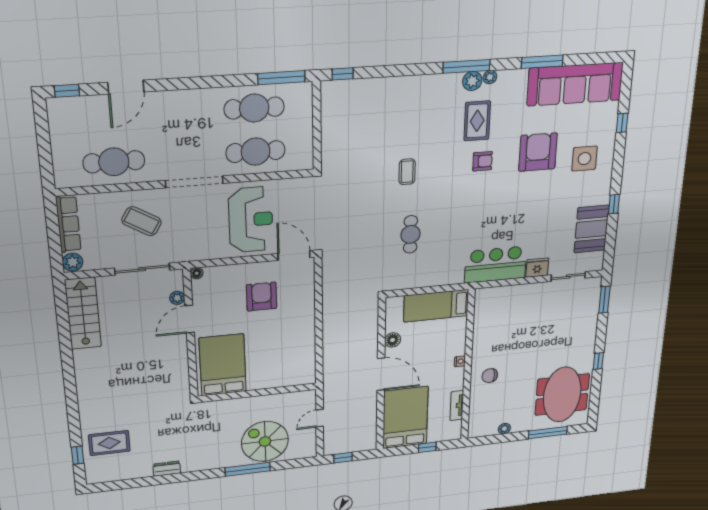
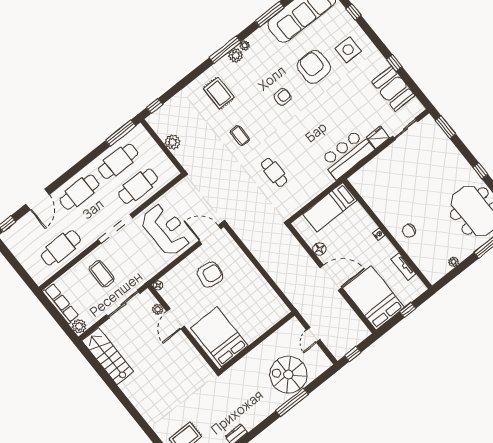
cafe table: (183, 113) -> (79, 192), added
rug: (477, 121) -> (219, 93), moved
plant: (331, 129) -> (173, 142), added
coffee table: (142, 221) -> (102, 274), turned 59
armchair: (262, 297) -> (210, 275), turned 99

